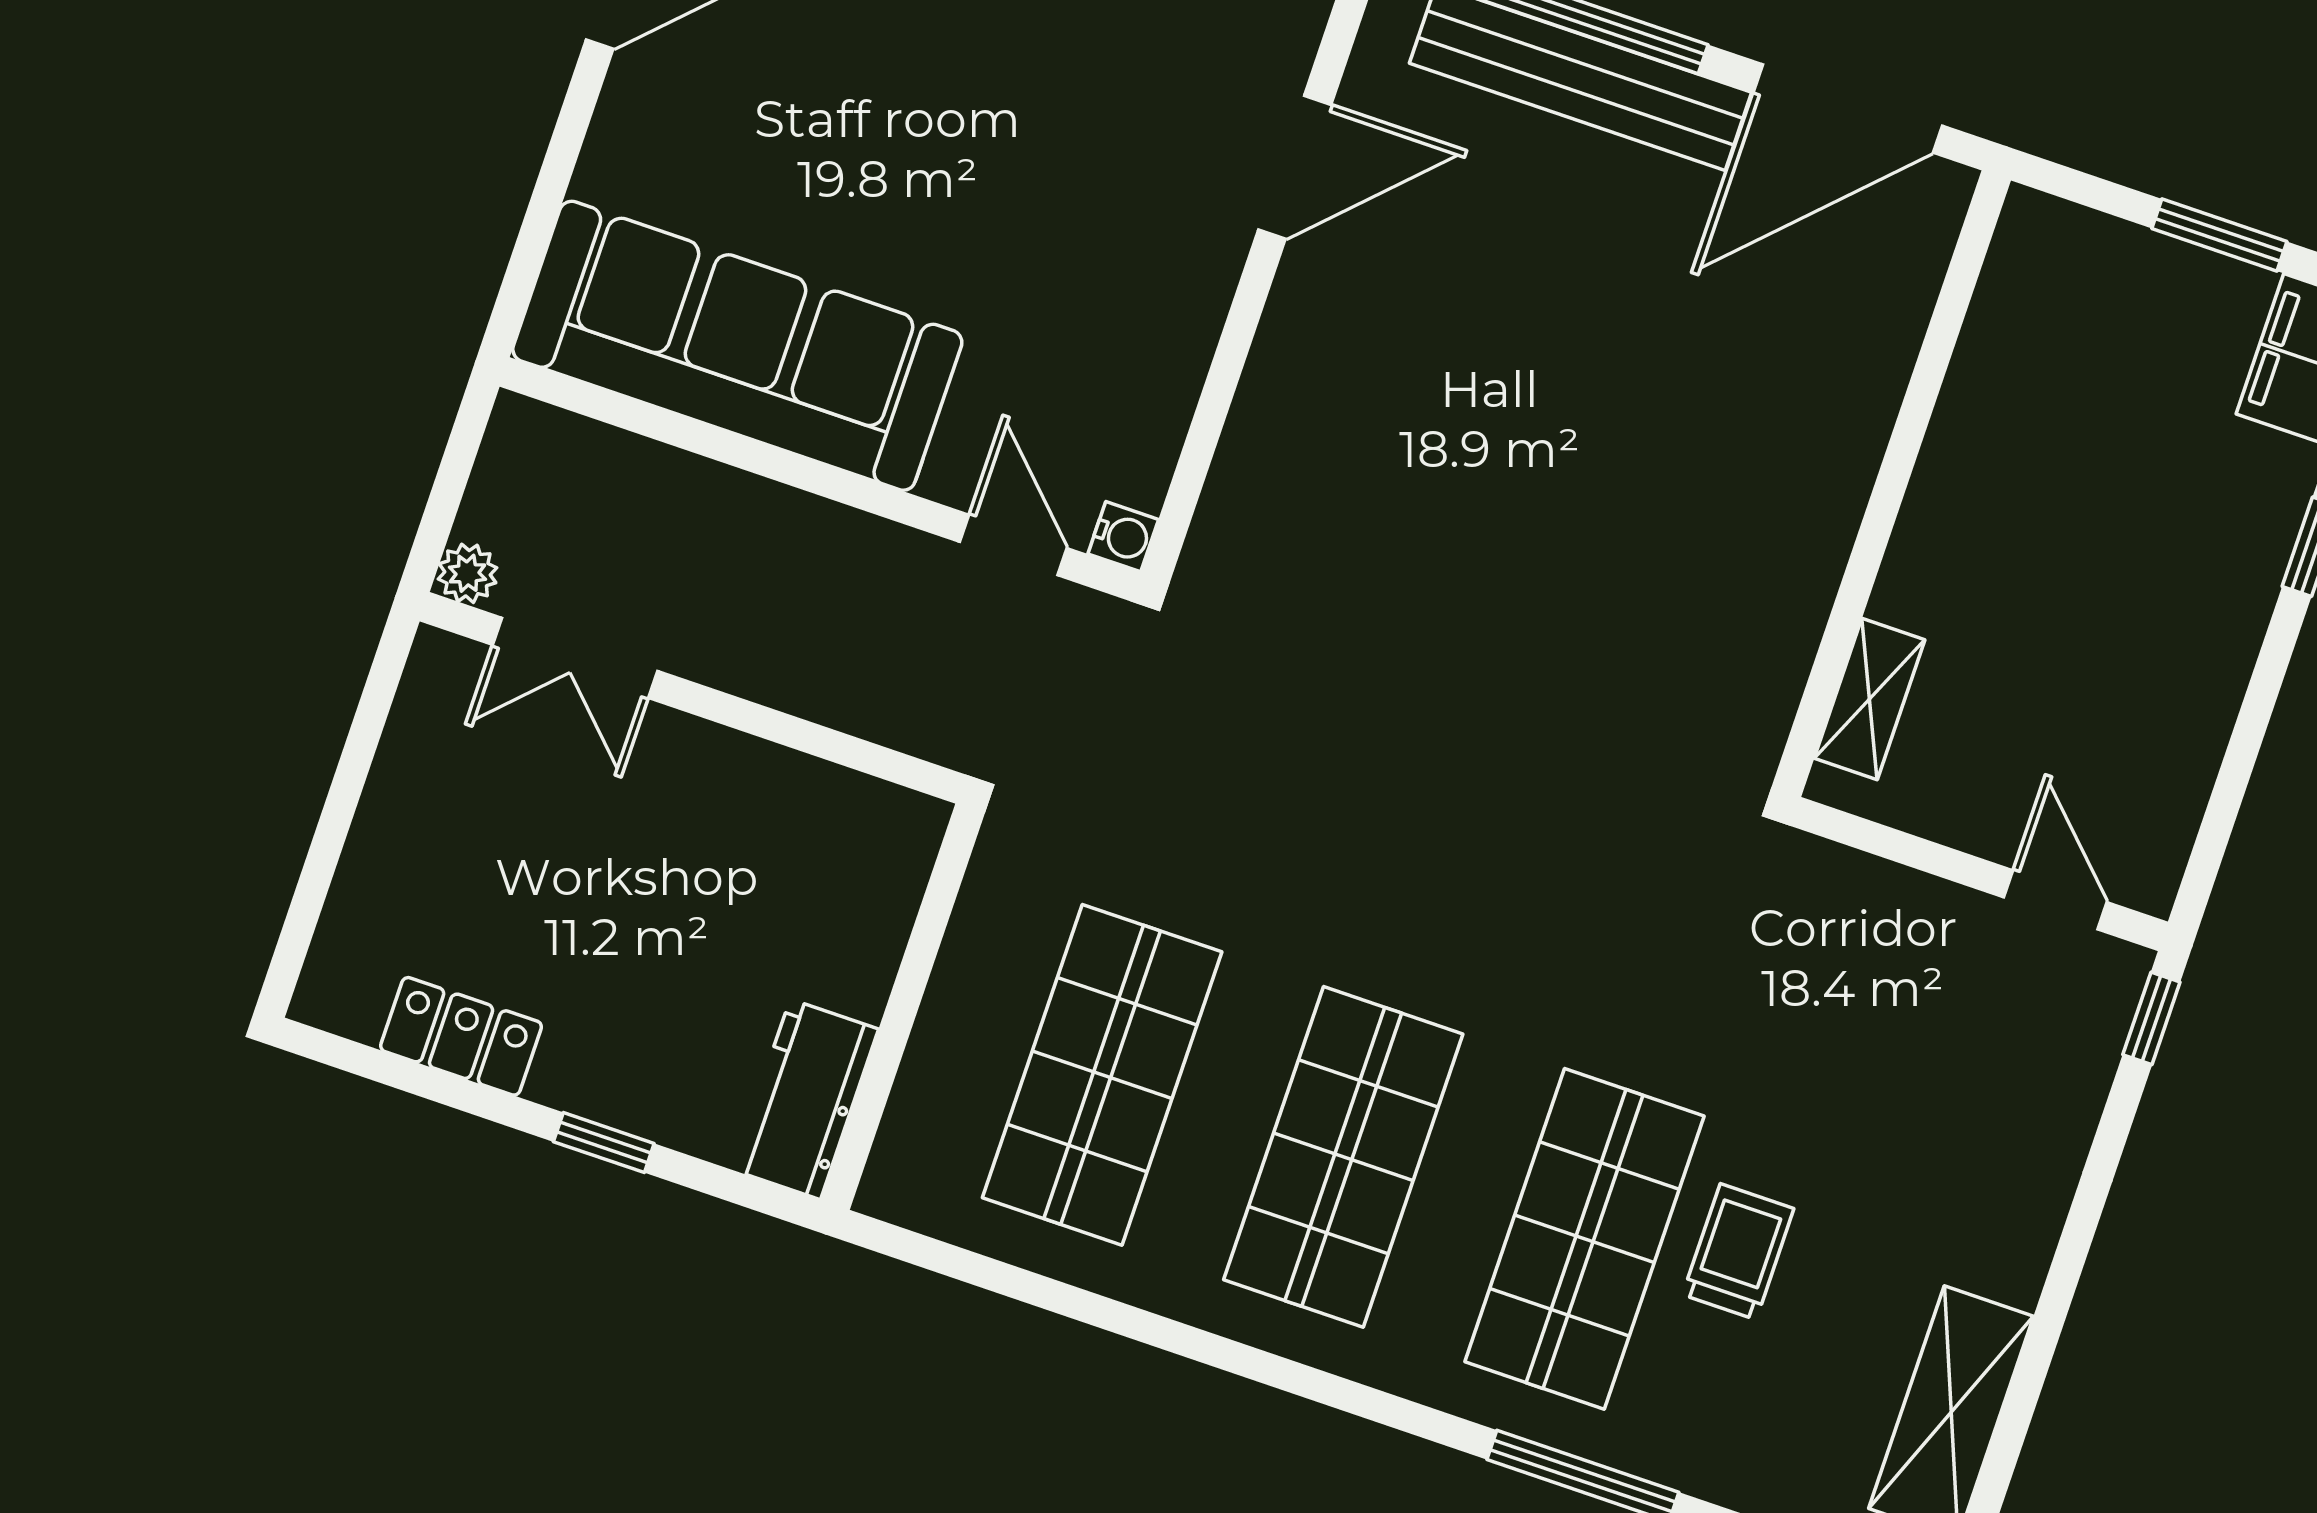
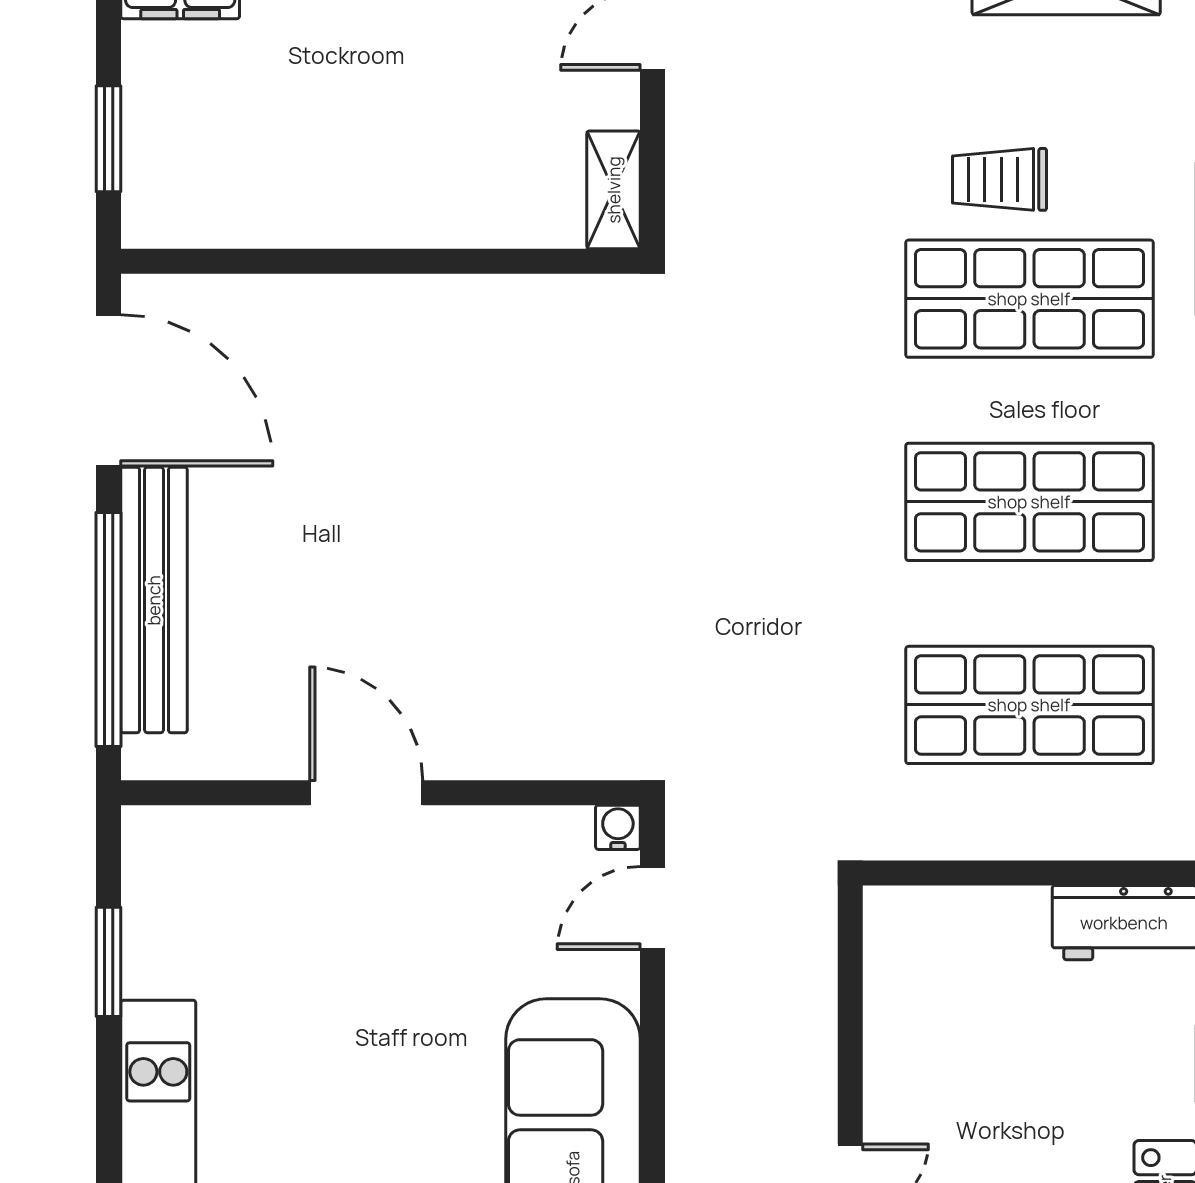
door: (1295, 167) -> (366, 793), moved
window: (2219, 235) -> (109, 139), moved
shelving: (1870, 699) -> (614, 190), moved, turned 90

